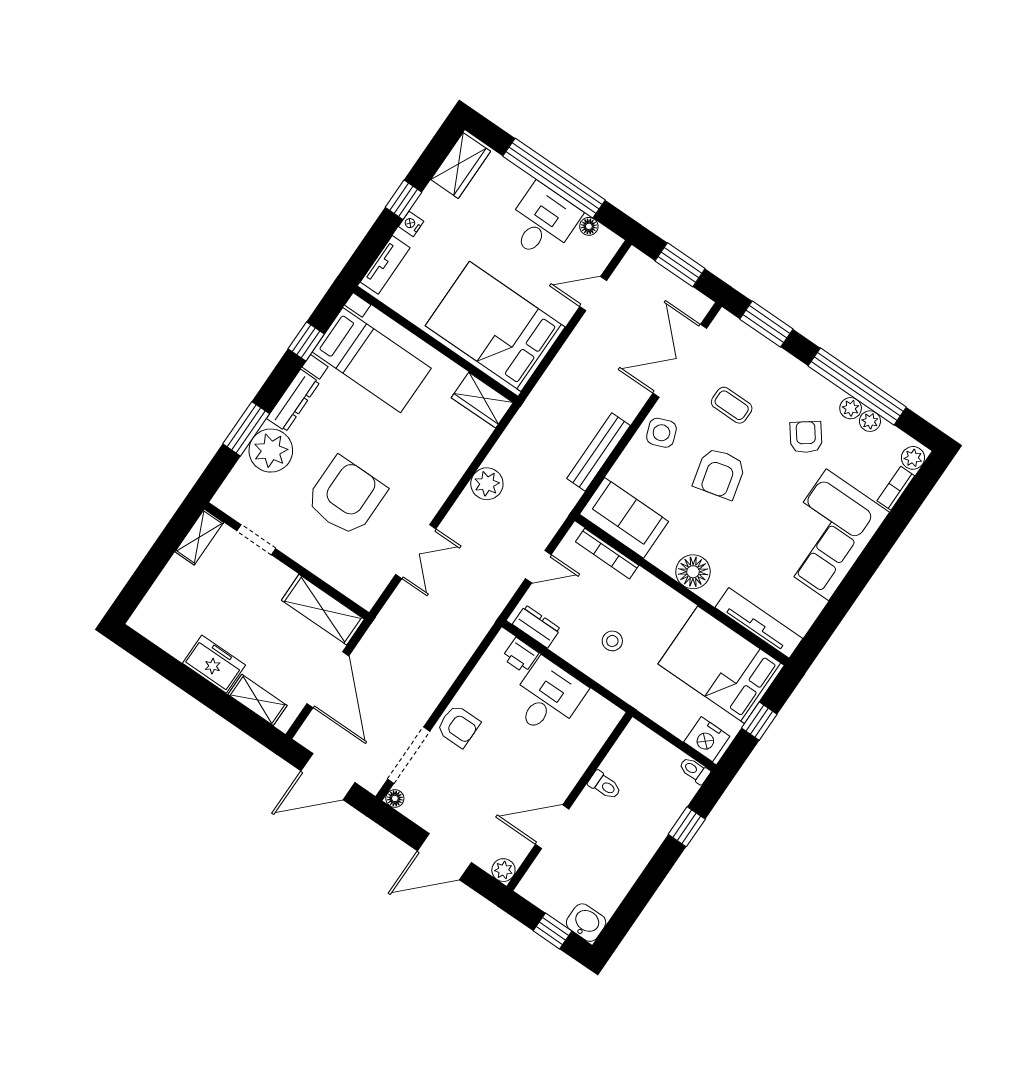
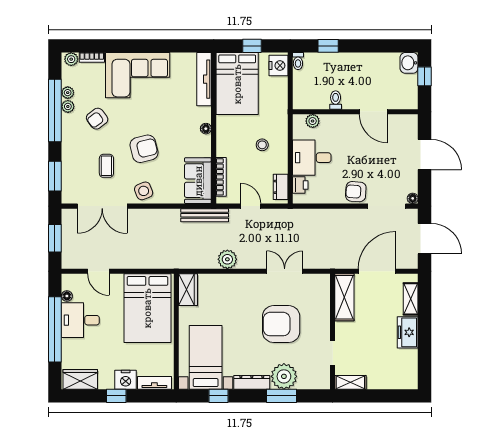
nightstand: (411, 224) -> (126, 380), width x1.89, depth x1.79
bench: (599, 452) -> (205, 215), moved
floor lamp: (693, 572) -> (206, 129), width x0.53, depth x0.53
armchair: (458, 726) -> (356, 192), turned -86
plant: (503, 870) -> (313, 121), moved

